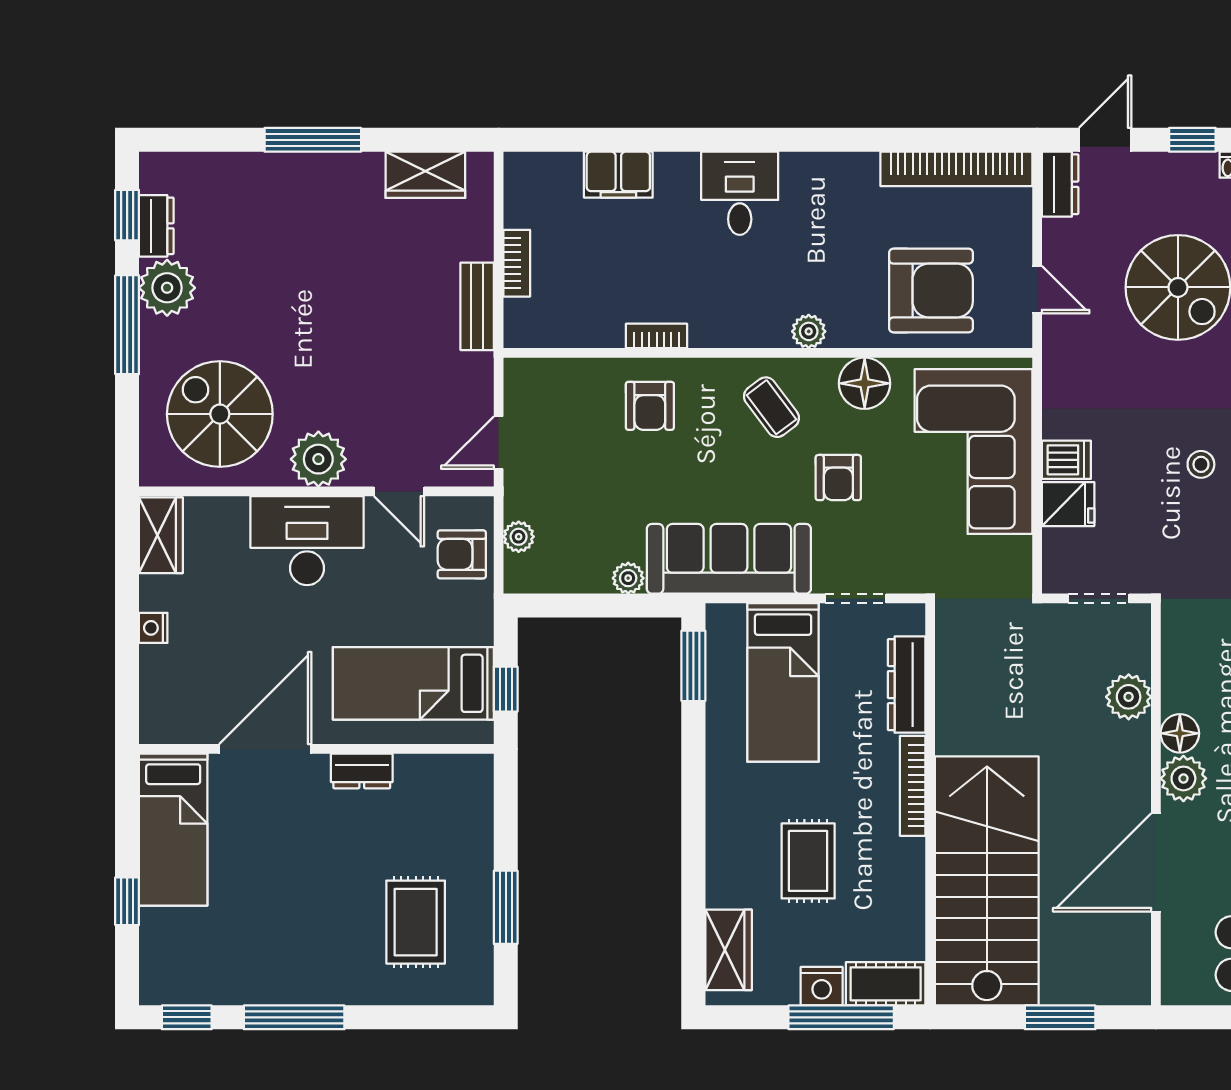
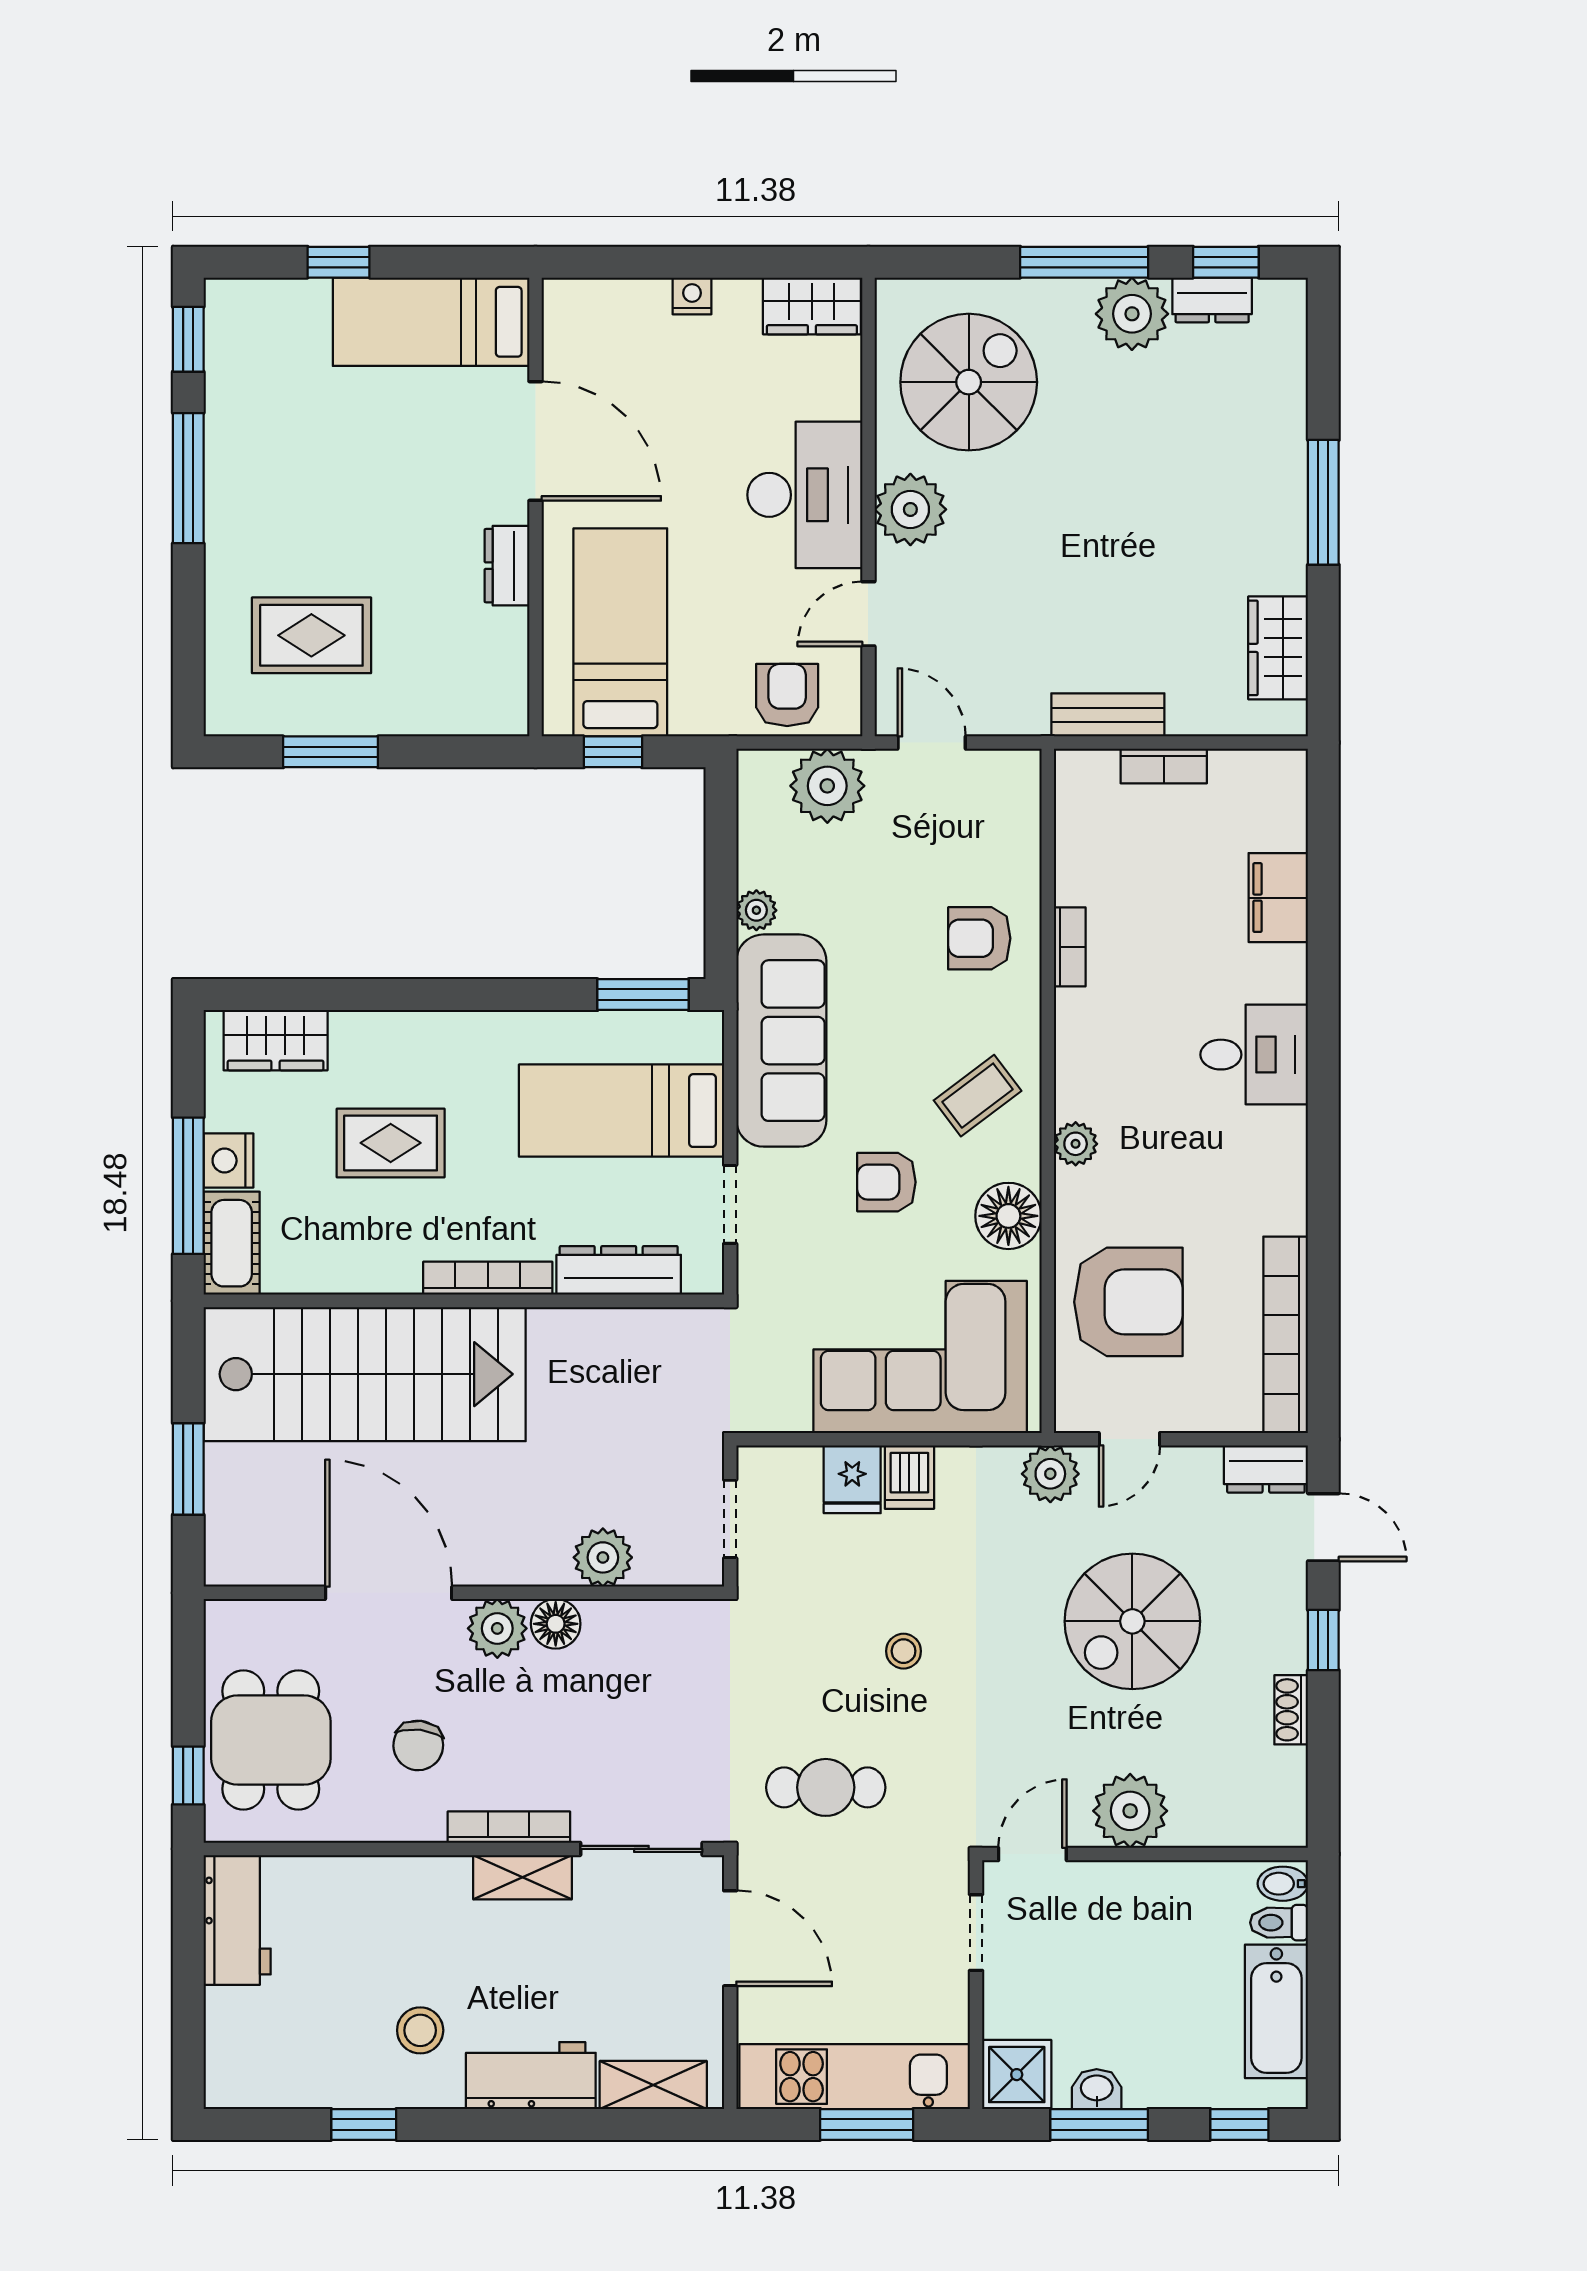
armchair: (931, 290) -> (1128, 1302), turned -90
plant: (1064, 351) -> (1050, 1474), added
plant: (519, 537) -> (827, 786), width x1.87, depth x1.87

